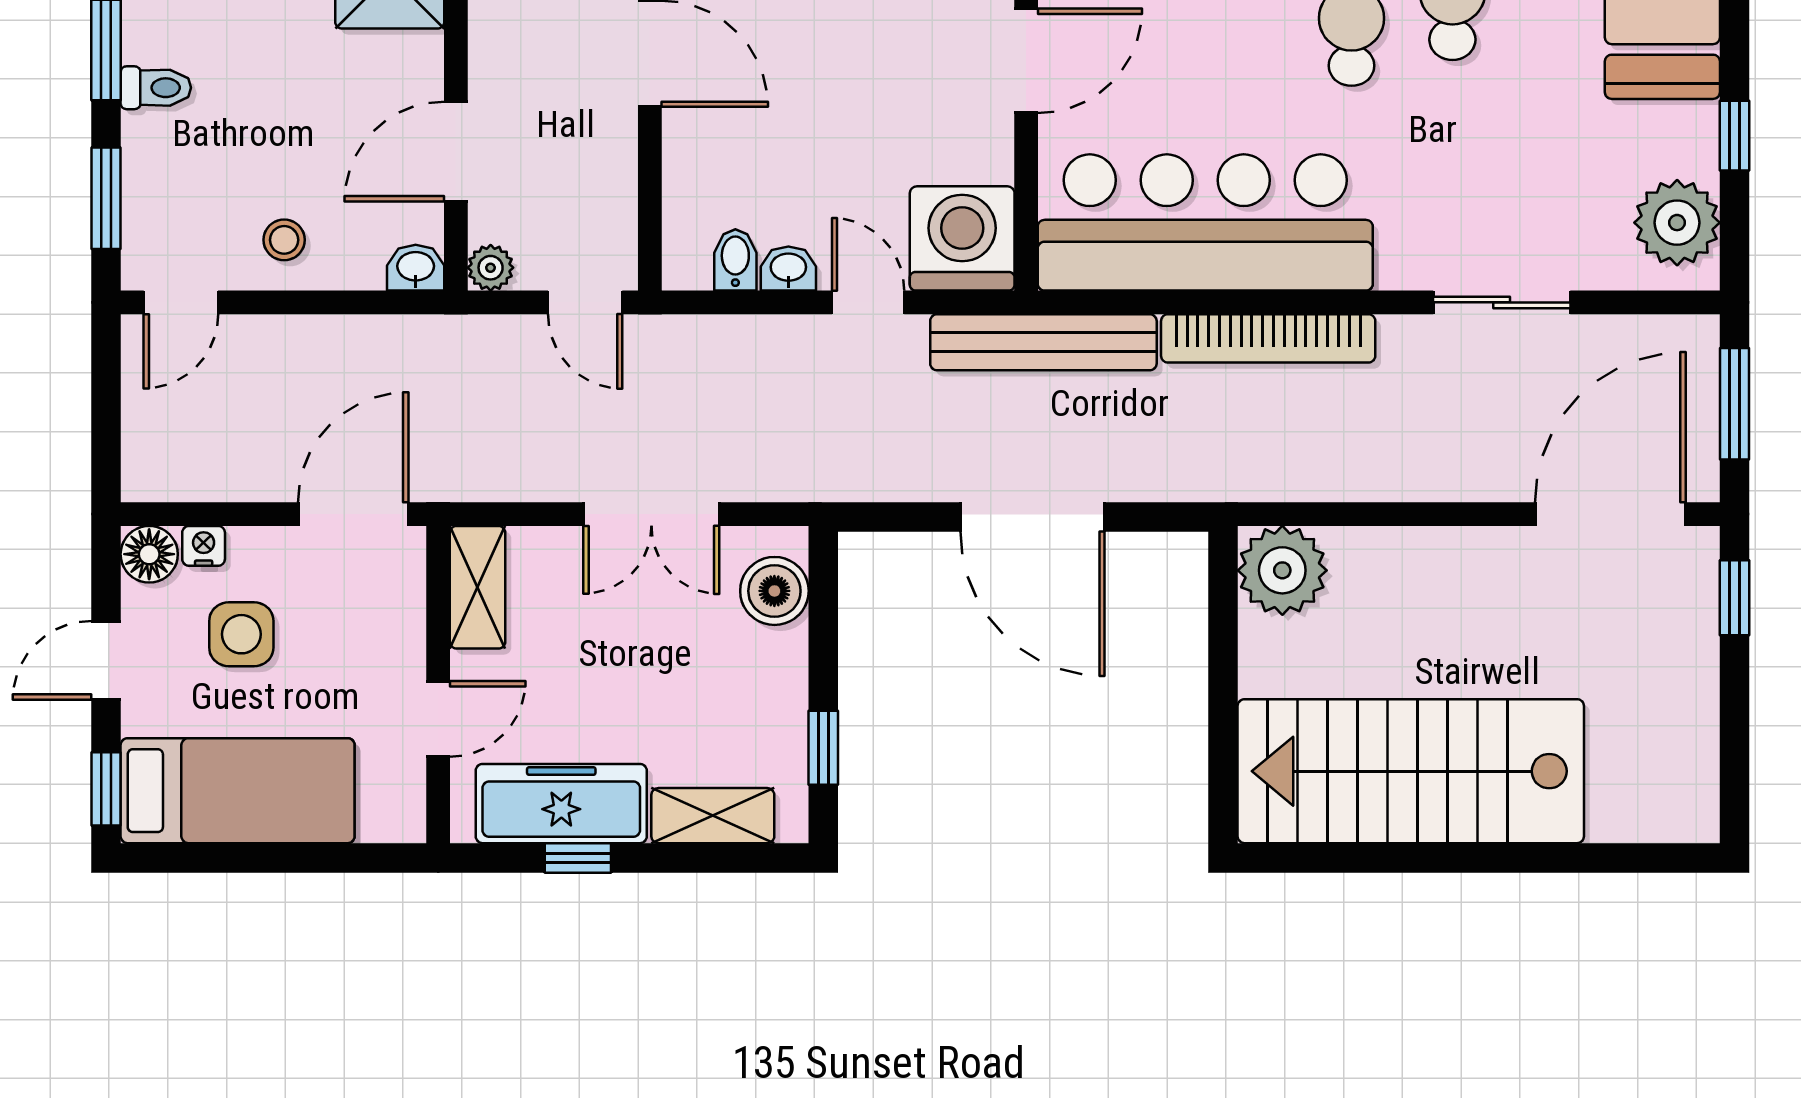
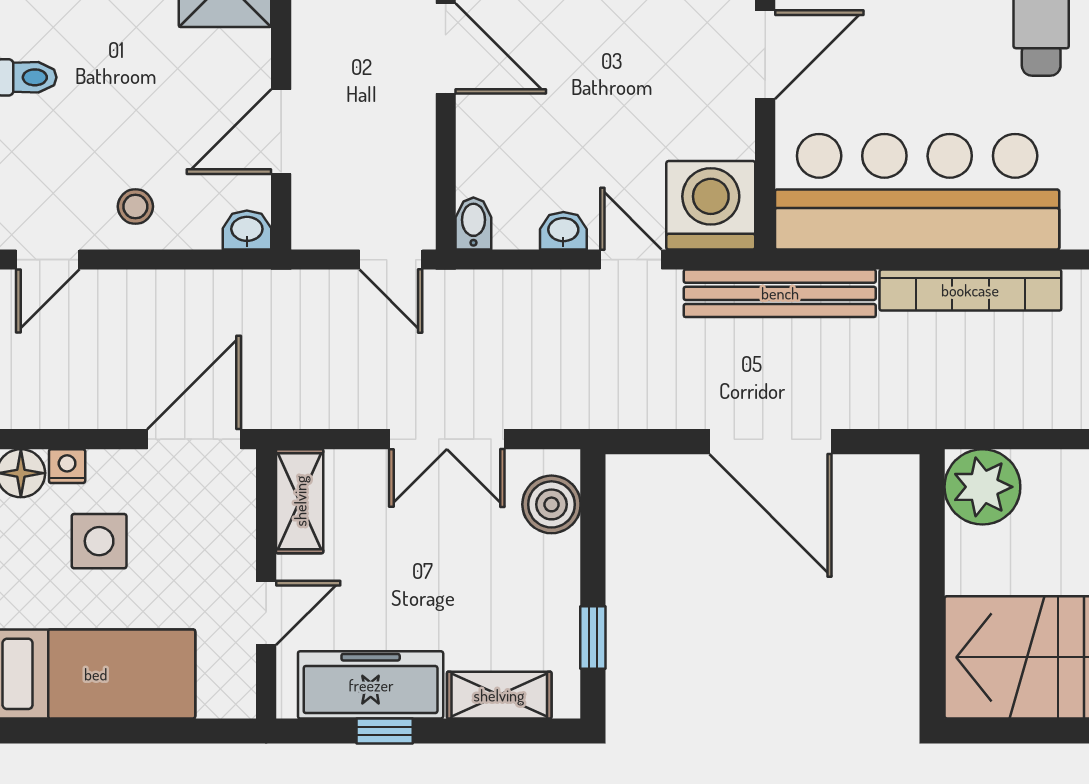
bidet: (735, 260) -> (473, 223), moved
plant: (491, 268) -> (311, 230), removed

